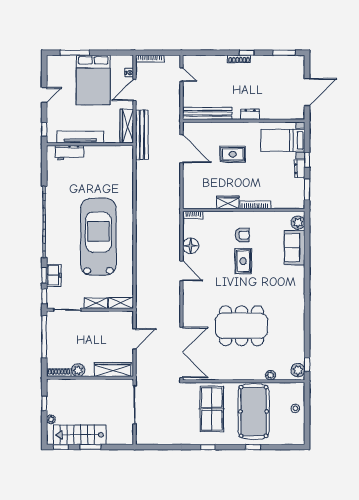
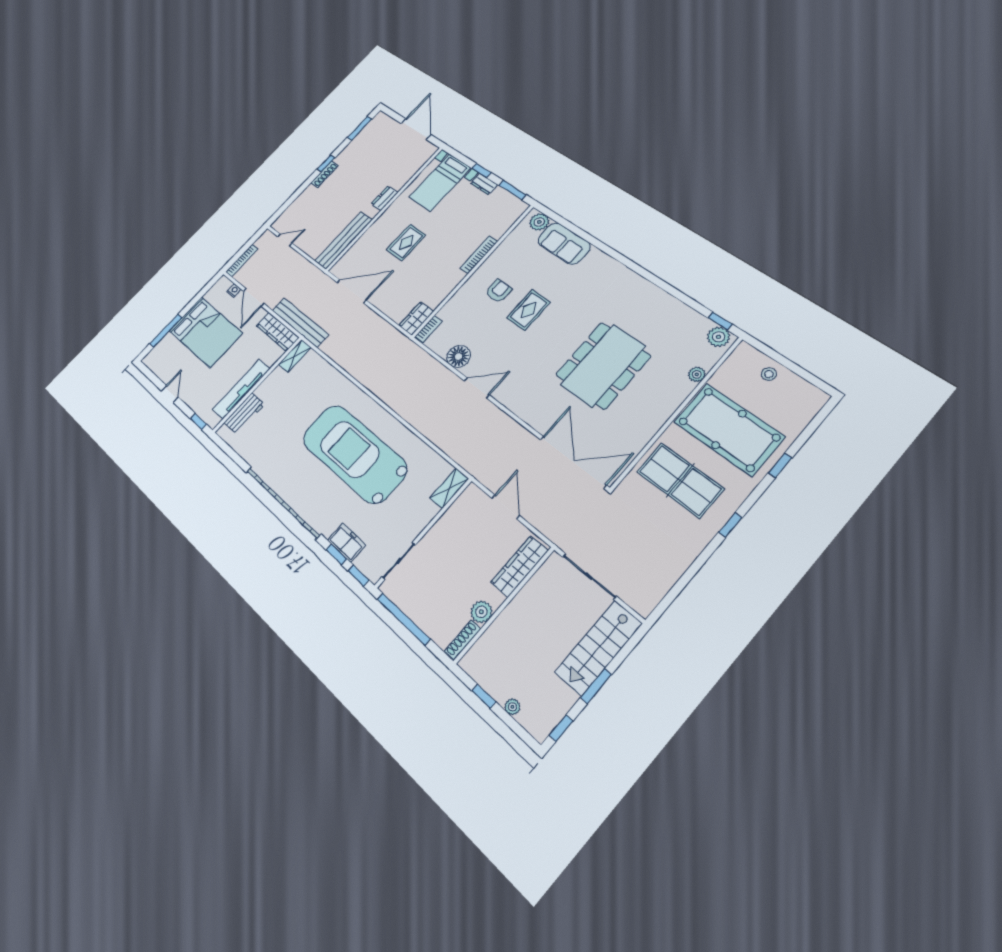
wardrobe: (228, 202) -> (416, 318), moved
rug: (243, 261) -> (528, 310), turned 90
shelving: (96, 303) -> (295, 356), moved
stairs: (80, 435) -> (598, 648), moved

